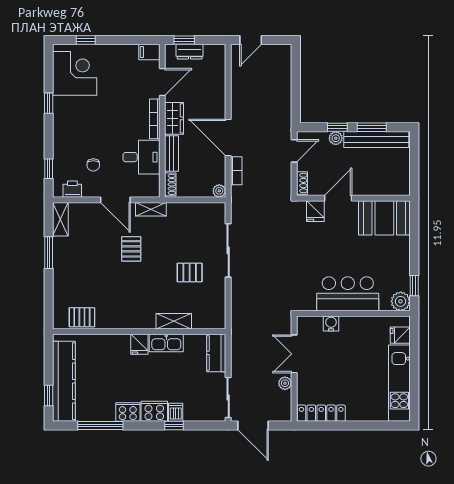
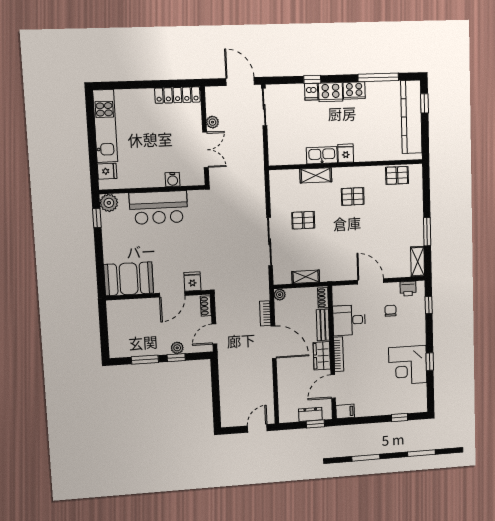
corner desk: (75, 73) -> (408, 365), moved
bench: (376, 139) -> (140, 349), removed
shelving: (151, 209) -> (306, 277), moved
pallet: (131, 249) -> (353, 197), moved, turned 90
kitchen counter: (216, 353) -> (277, 148), removed

